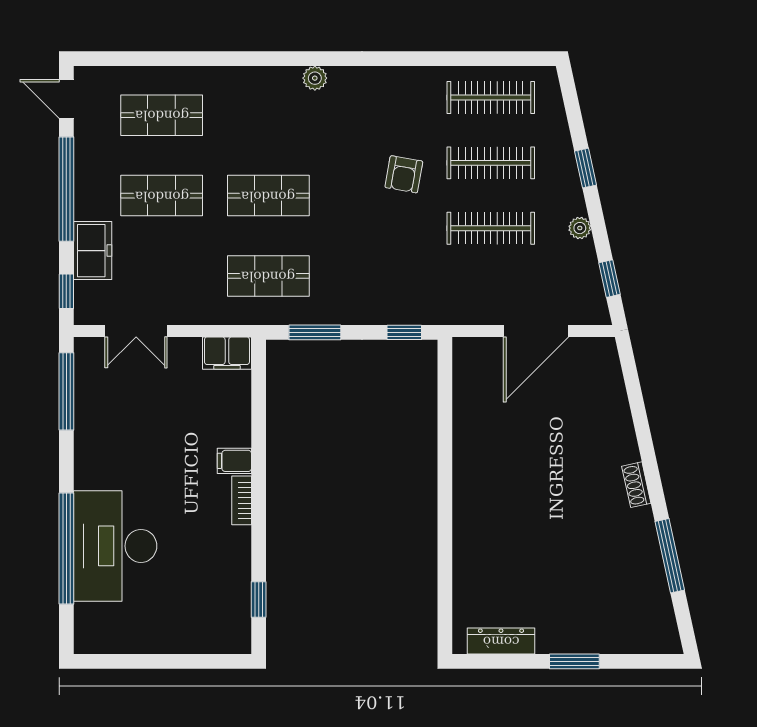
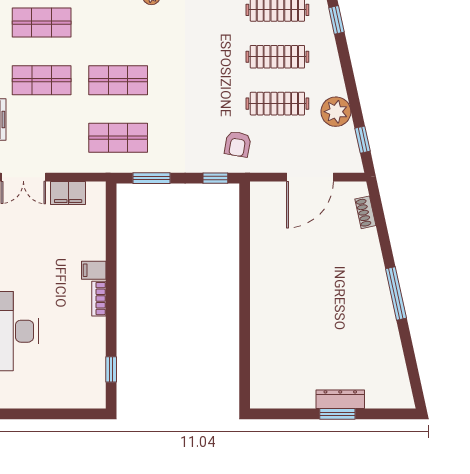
window: (586, 168) -> (336, 20), moved
armchair: (404, 174) -> (238, 144), moved
plant: (580, 228) -> (336, 112), width x1.88, depth x1.88
filing cabinet: (227, 353) -> (68, 193), moved
shoe rack: (636, 485) -> (365, 212), moved
window: (670, 556) -> (396, 293), moved
dresser: (501, 641) -> (340, 399), moved

